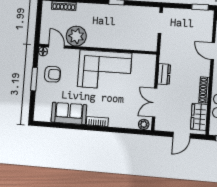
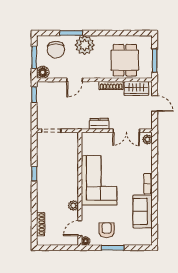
plant: (76, 36) -> (73, 205), width x0.53, depth x0.53

